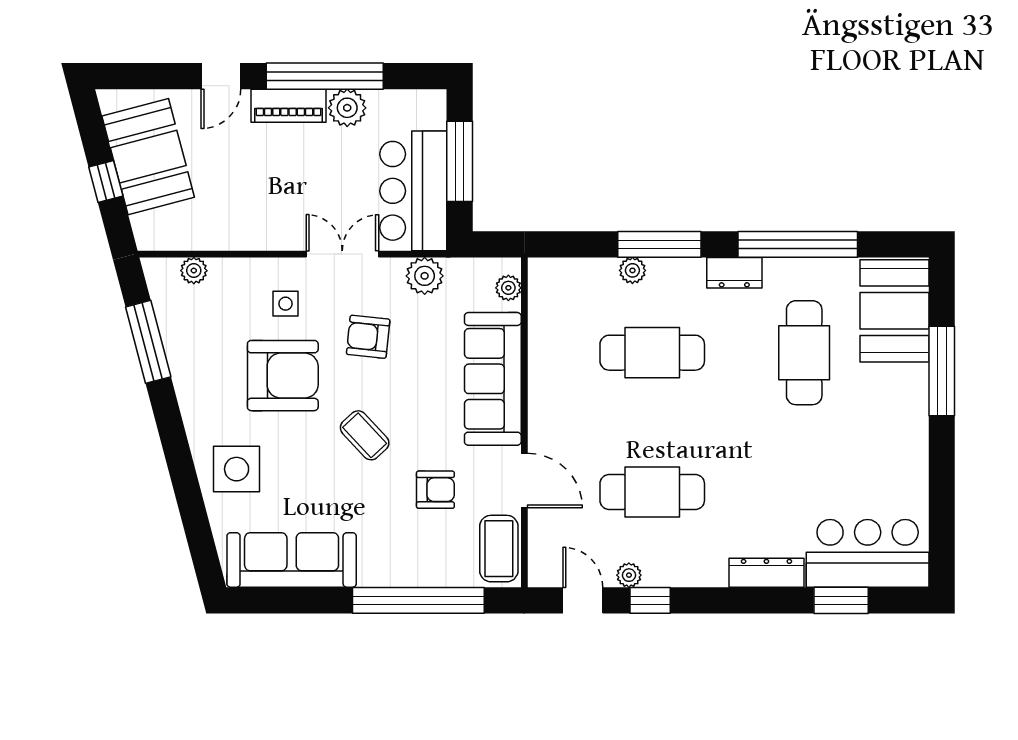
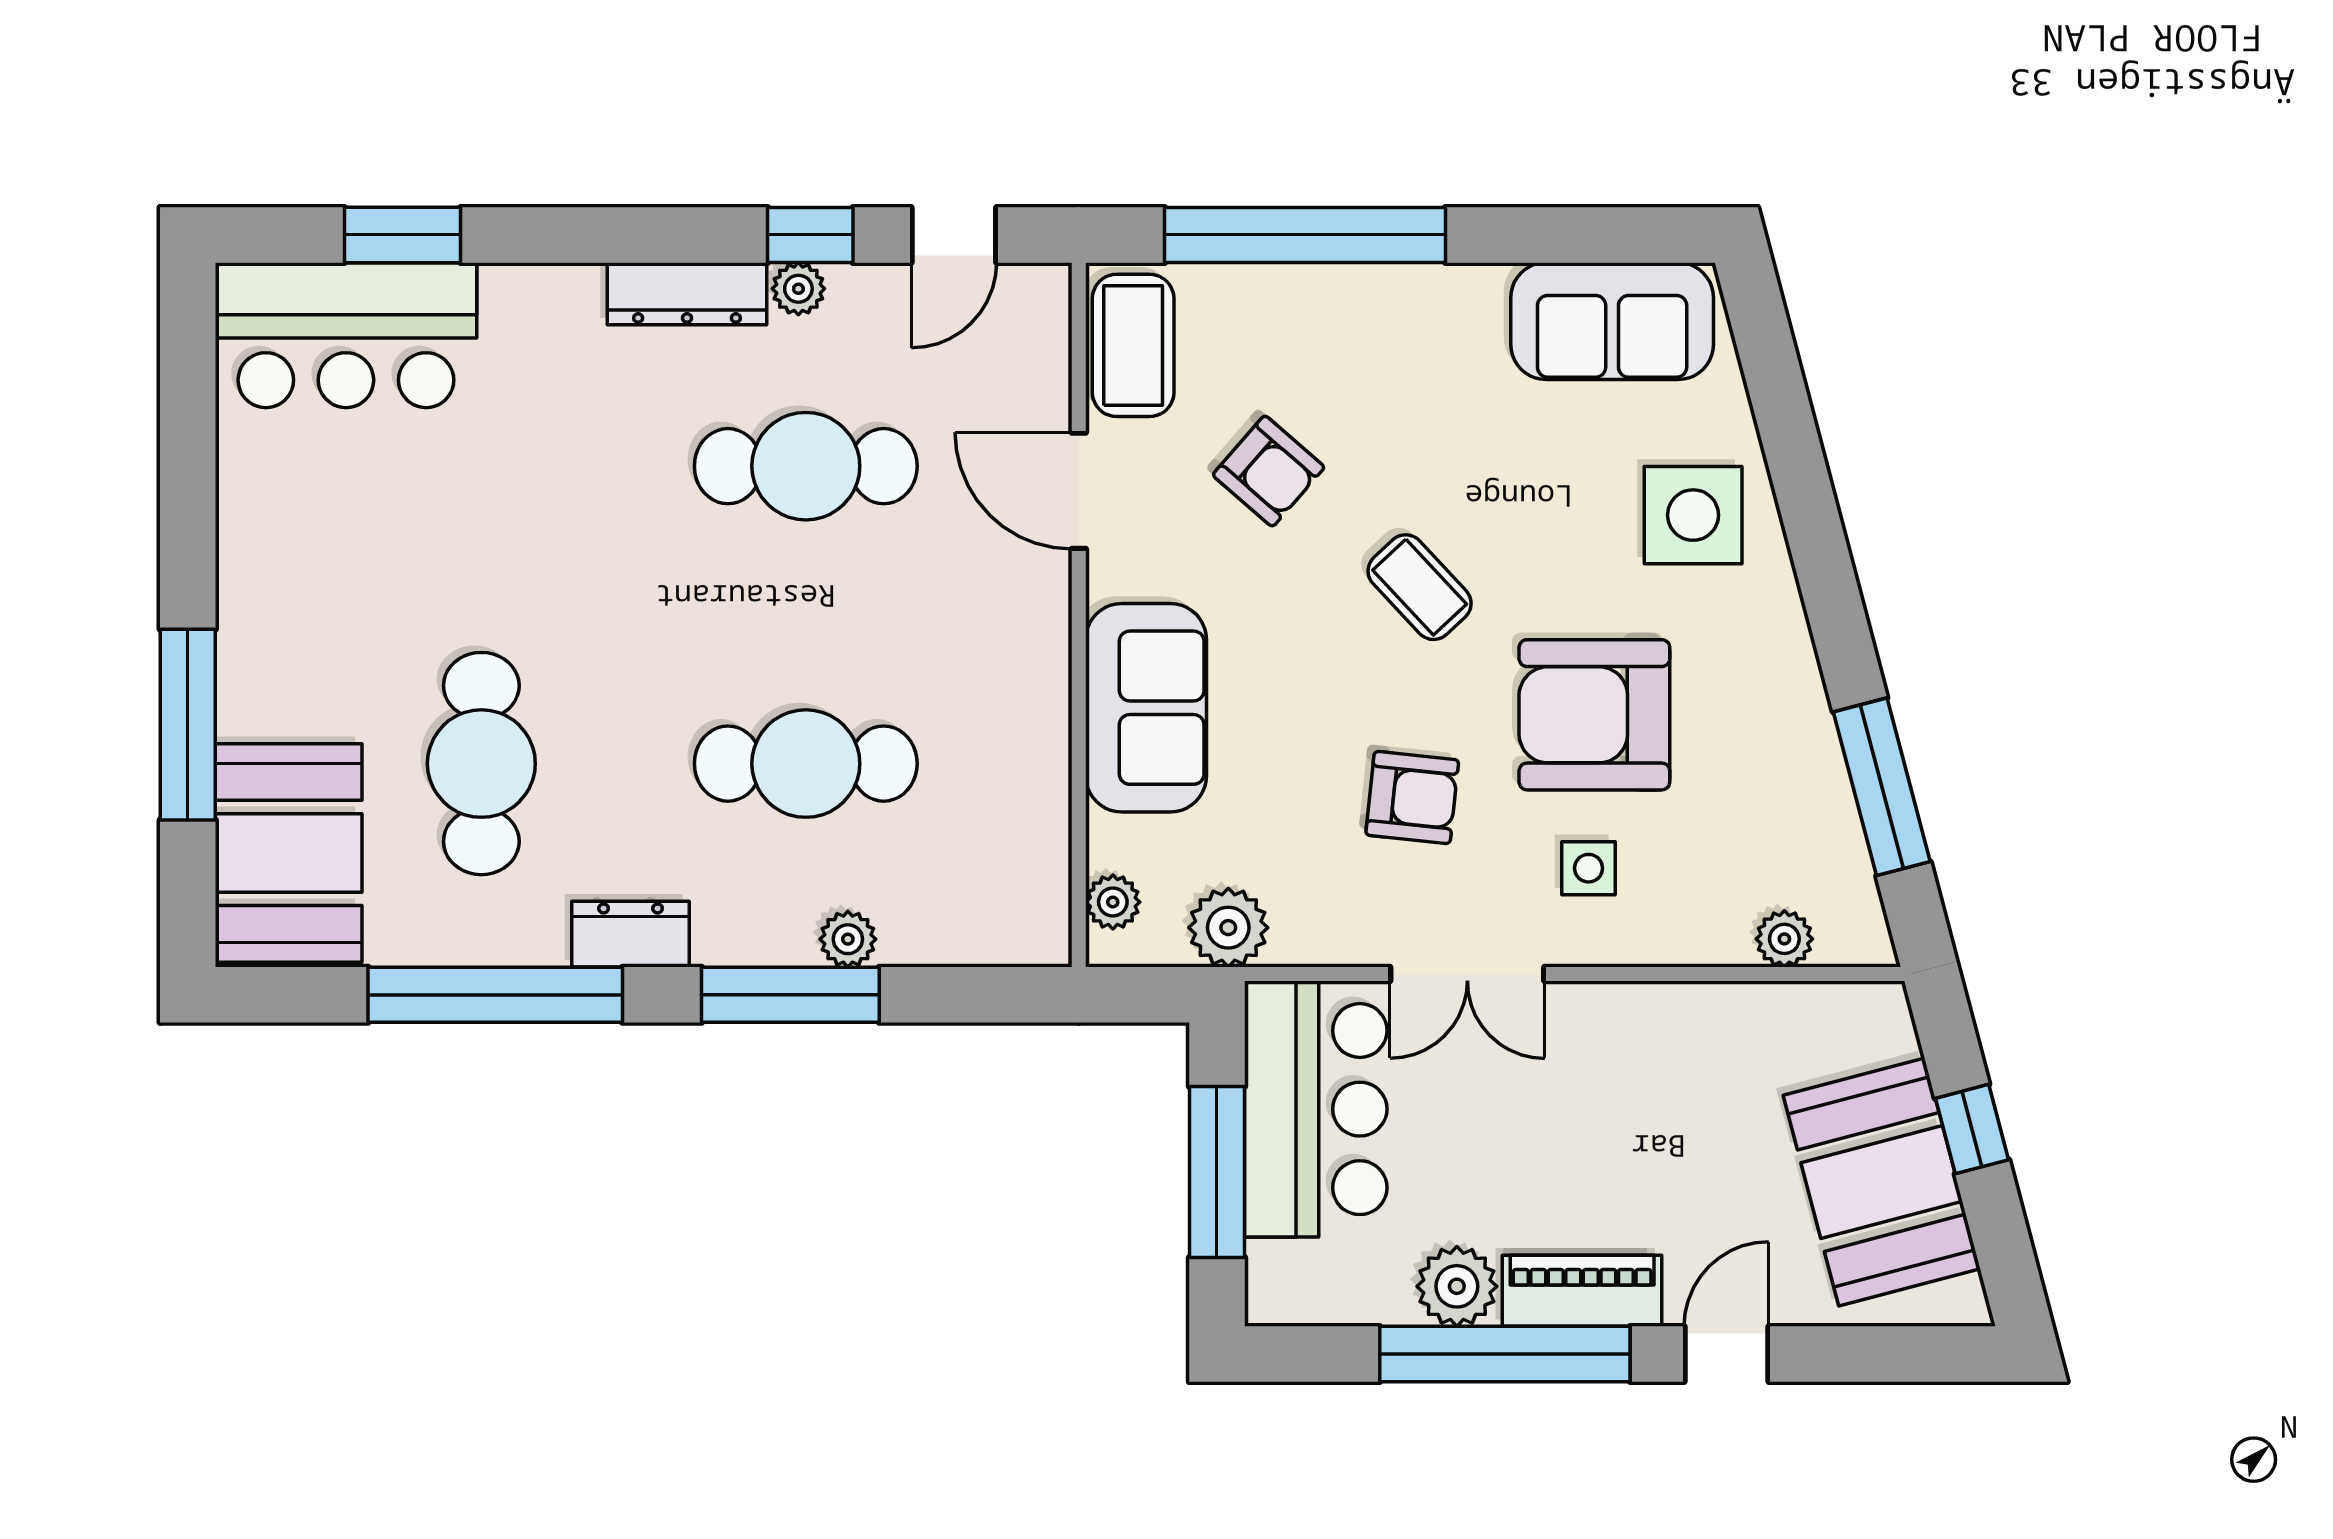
plant: (425, 276) -> (1228, 928), moved
sofa: (493, 379) -> (1146, 708), width x0.73
armchair: (435, 490) -> (1269, 471), turned -139
sofa: (292, 560) -> (1612, 321), width x0.73
dresser: (766, 573) -> (687, 294), moved
plant: (629, 575) -> (798, 289), moved
door: (583, 600) -> (954, 235), hinge flipped

